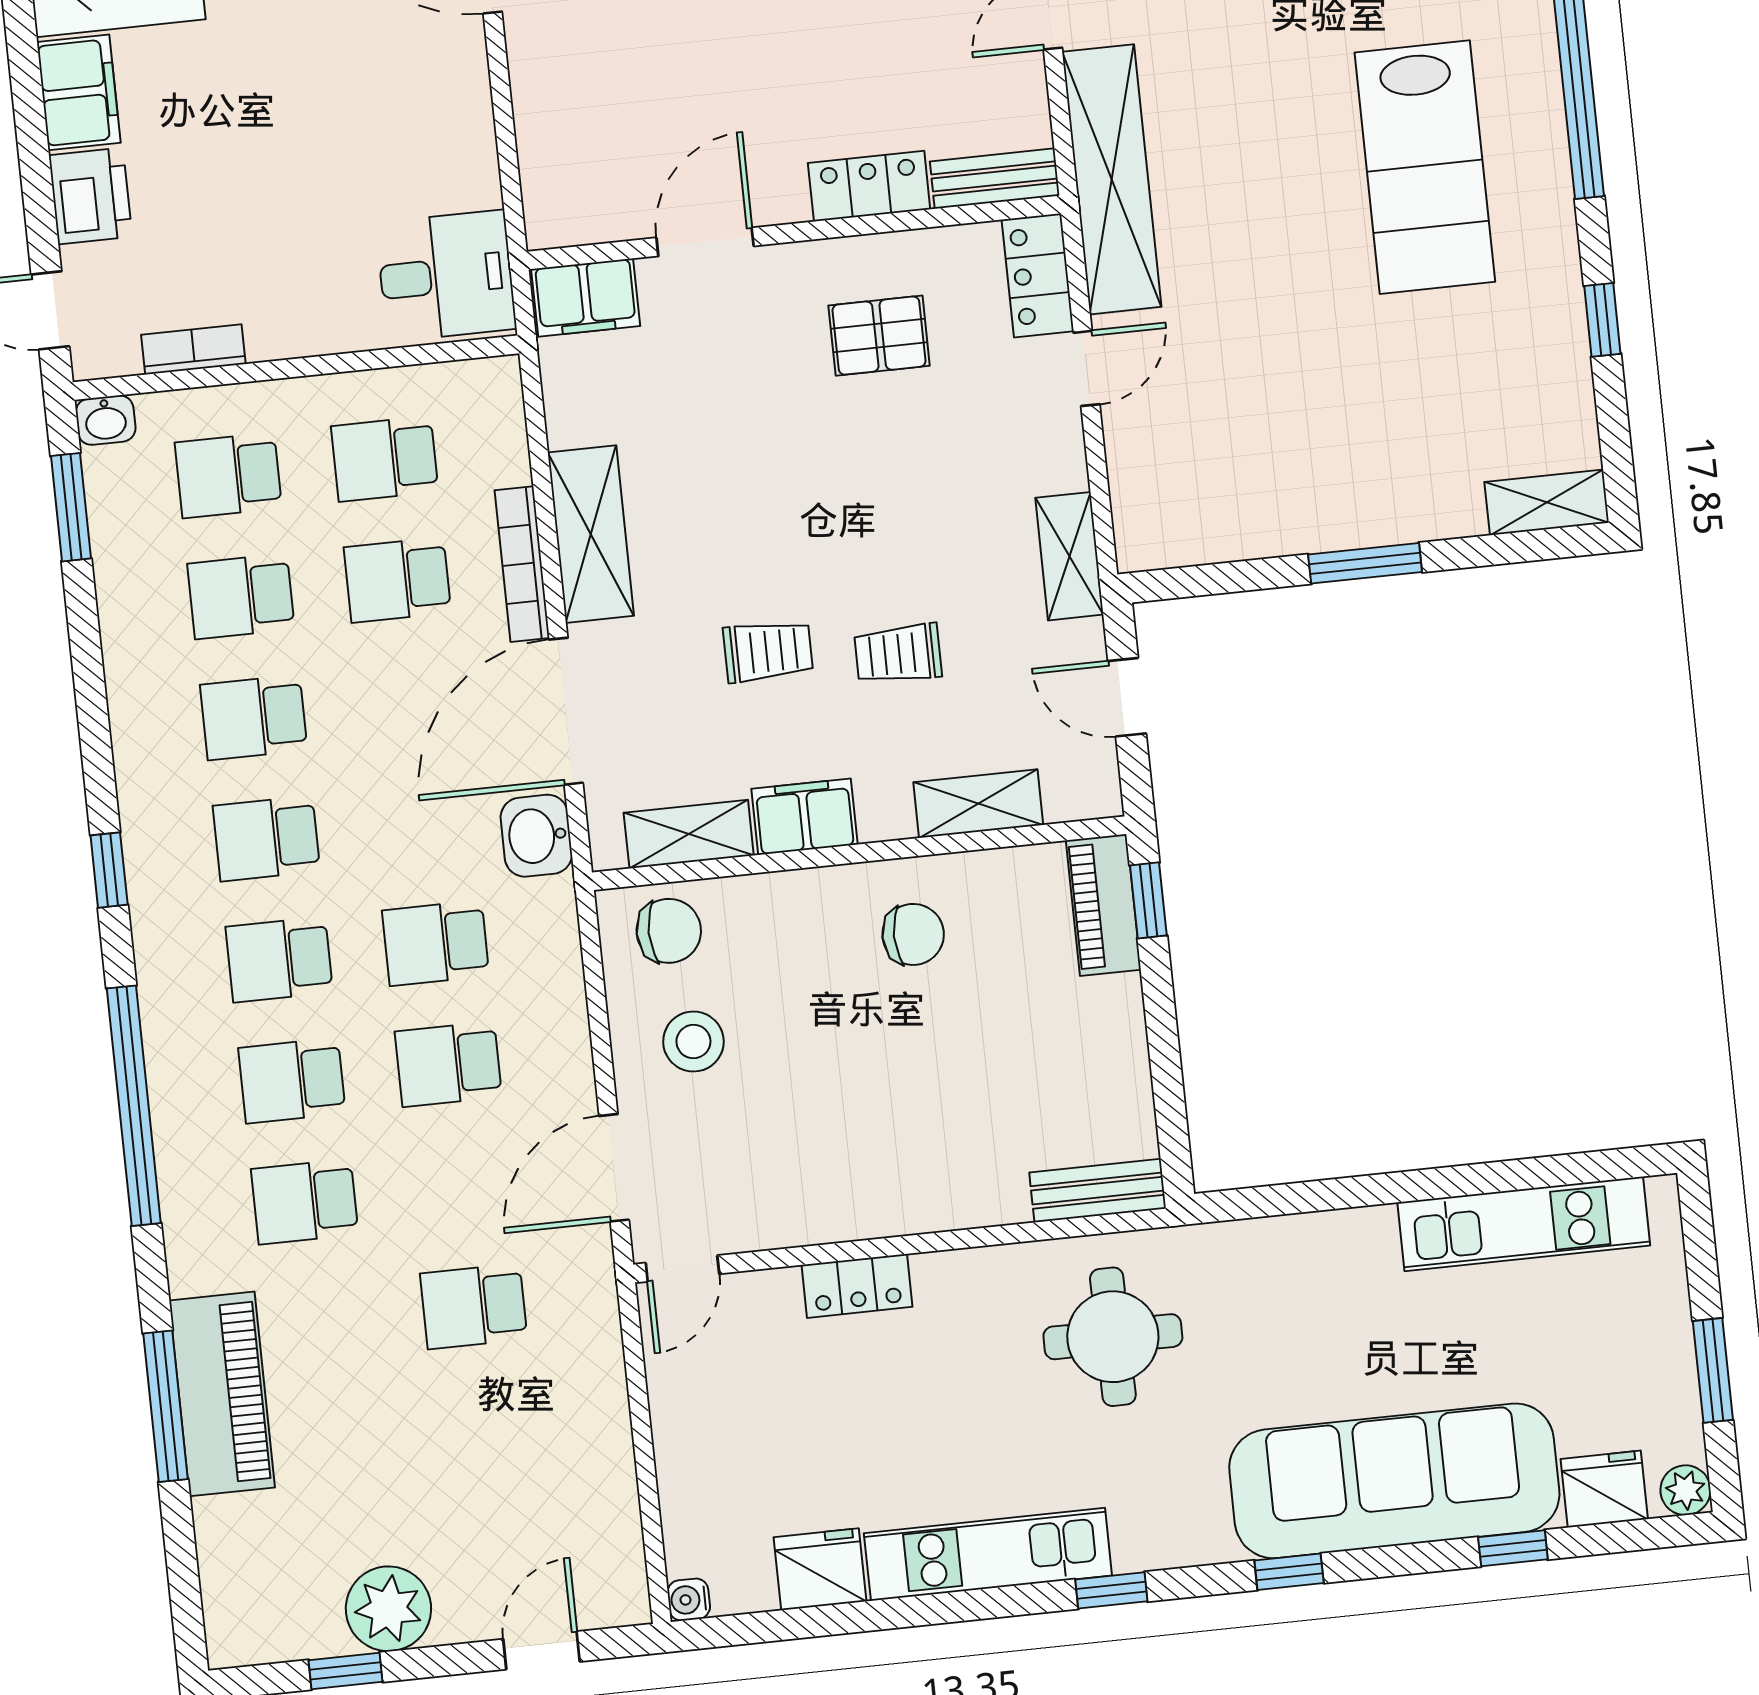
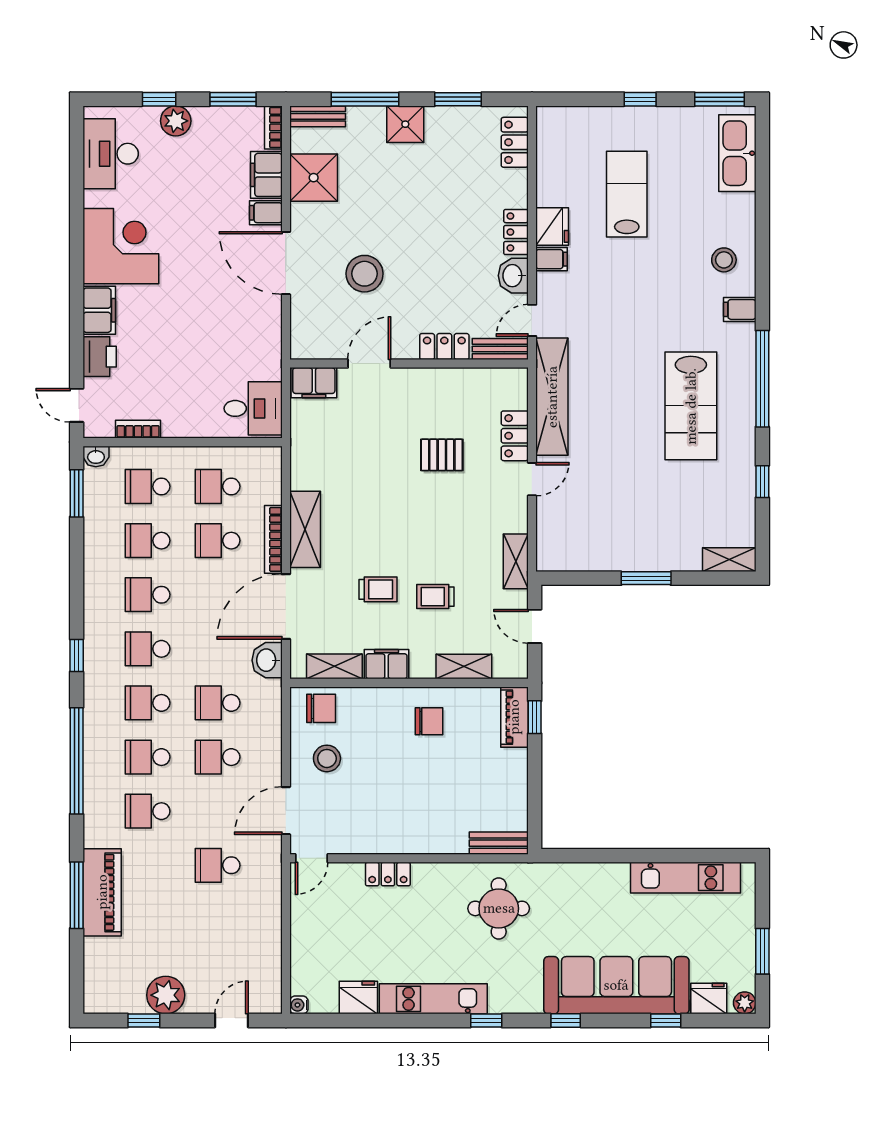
bench: (995, 178) -> (500, 349), moved
locker: (869, 186) -> (444, 347), moved
wall: (794, 233) -> (409, 364), moved
door: (705, 242) -> (369, 364), moved
filing cabinet: (586, 298) -> (314, 383), moved

